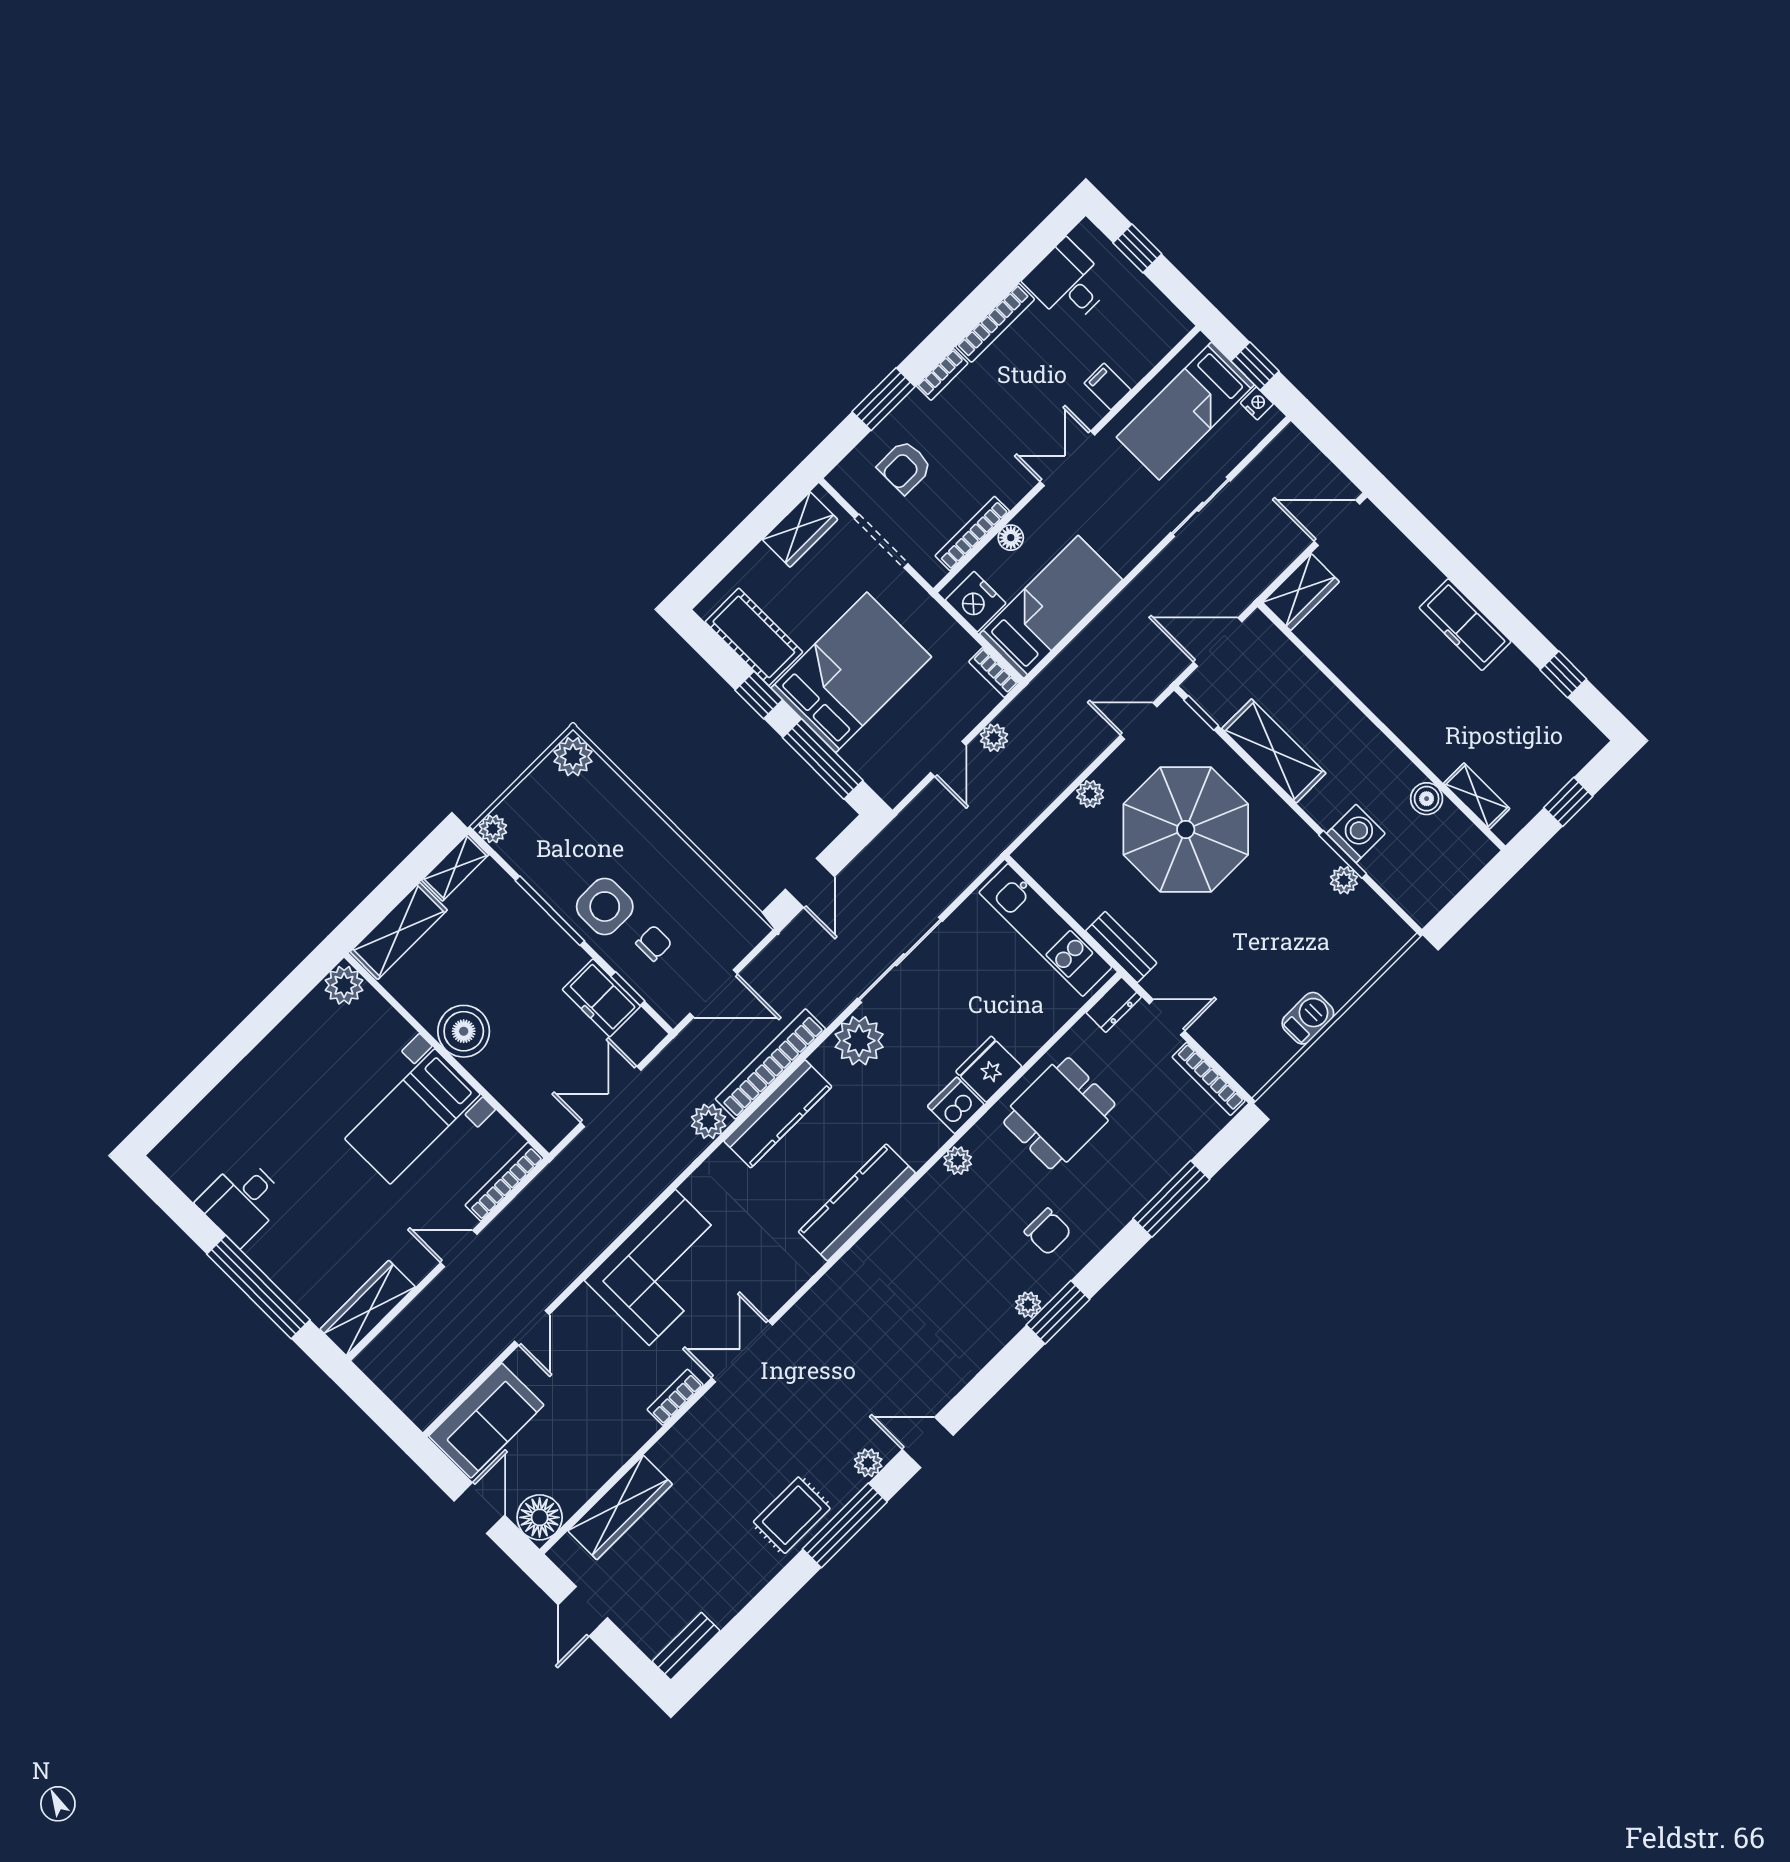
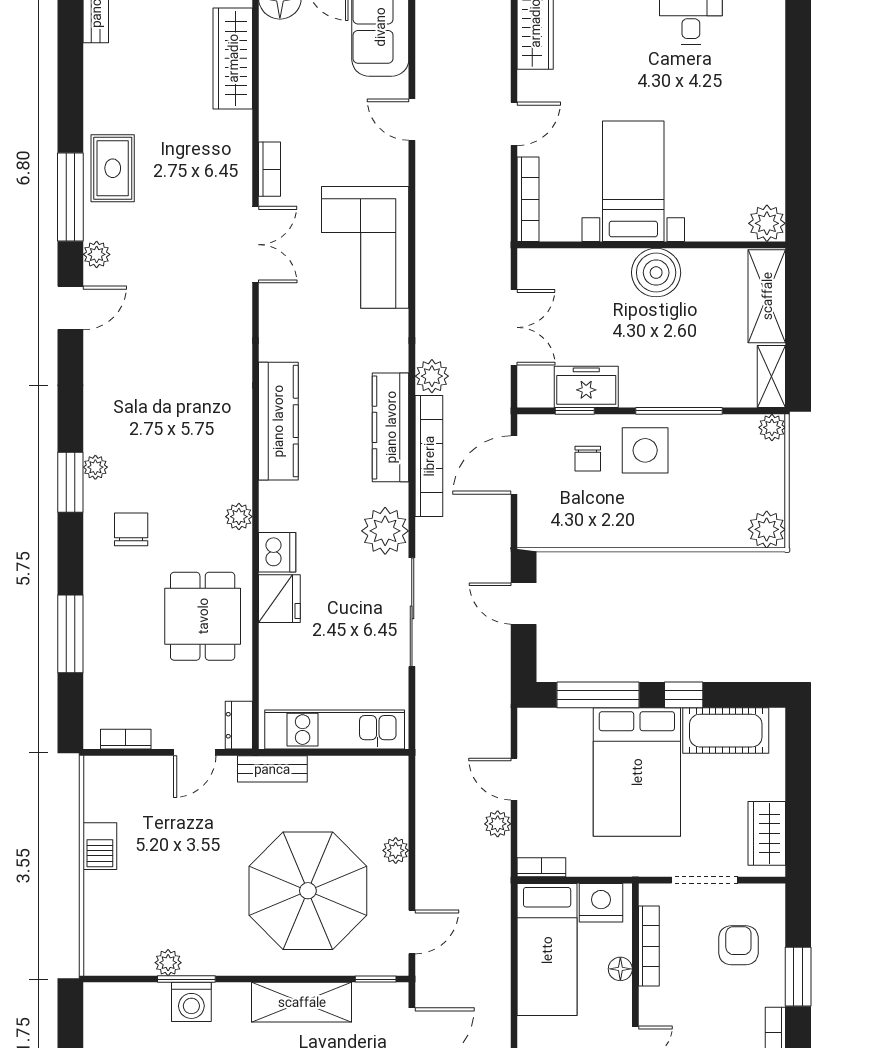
bookcase: (1209, 1079) -> (126, 739), width x0.64
chair: (1048, 1232) -> (131, 529), turned 90

